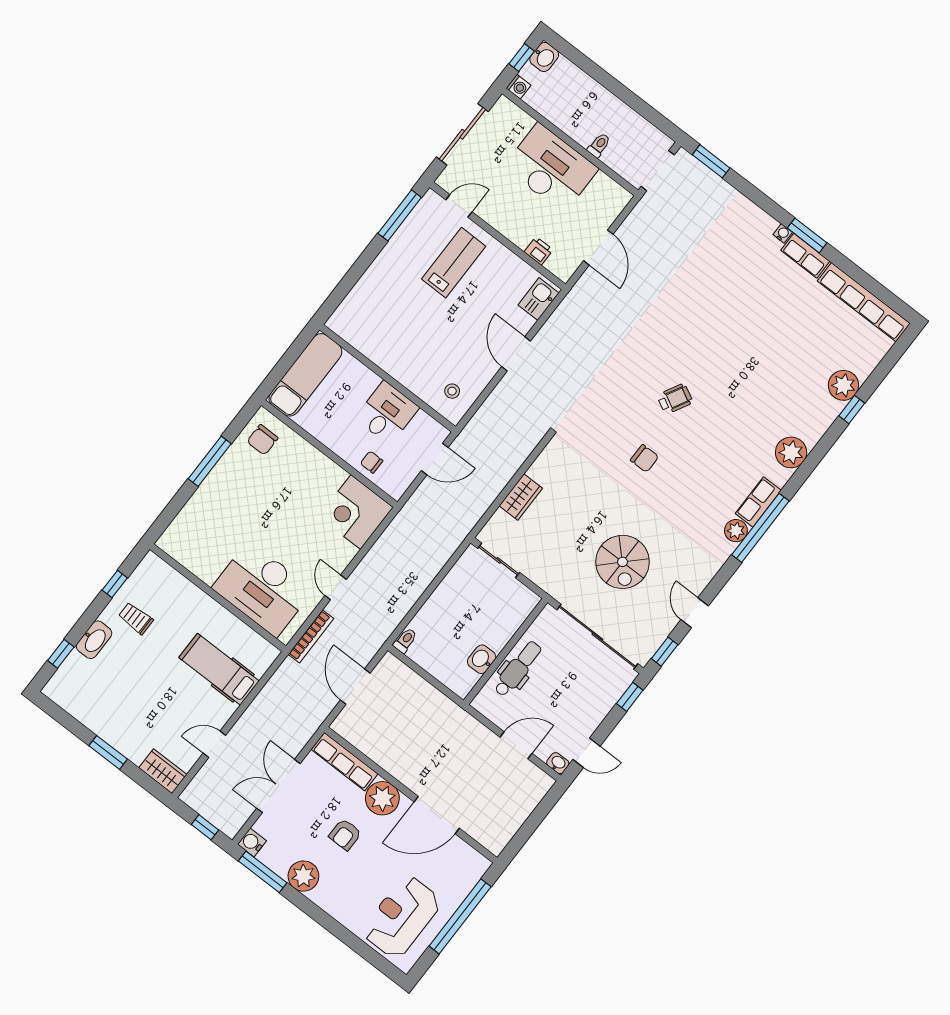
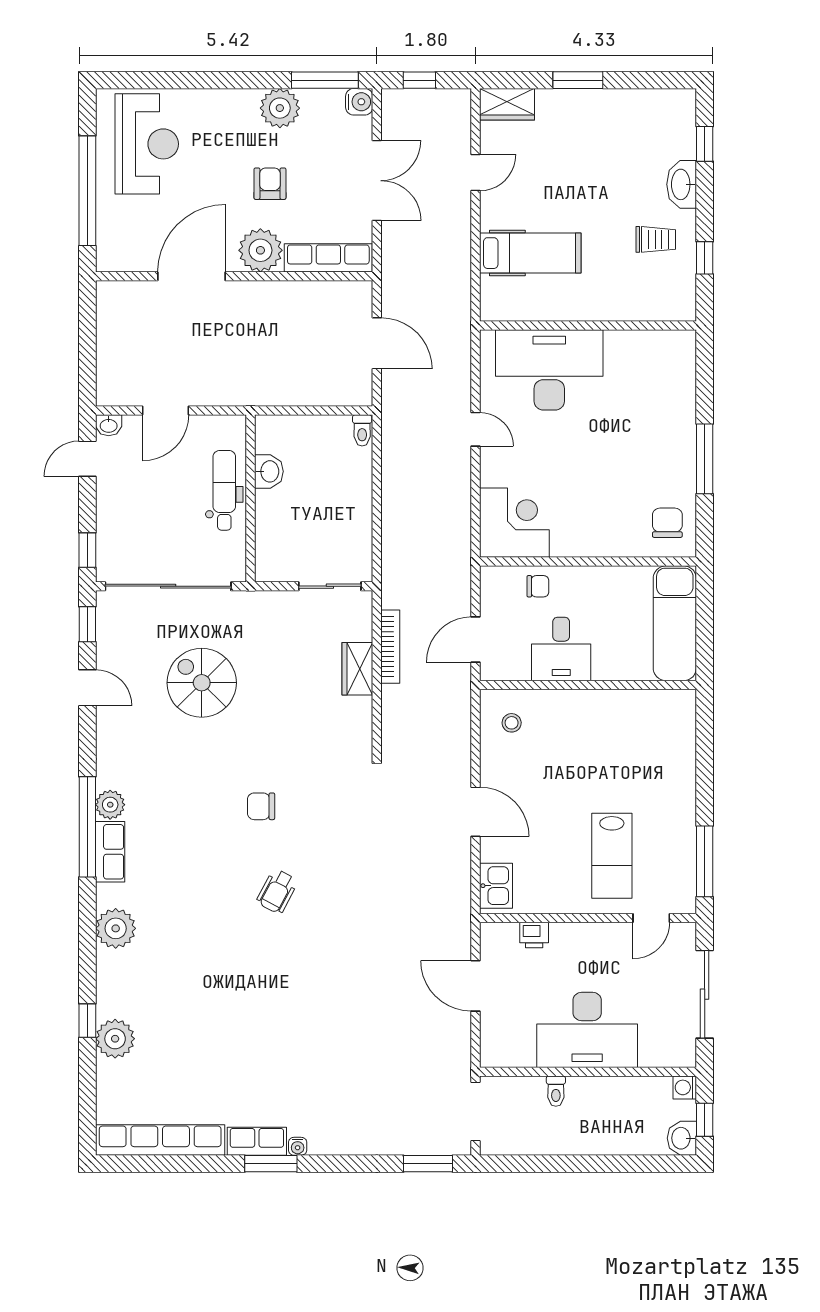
bookcase: (311, 636) -> (390, 647), moved, turned 180
dental chair: (518, 669) -> (224, 490), turned 180

